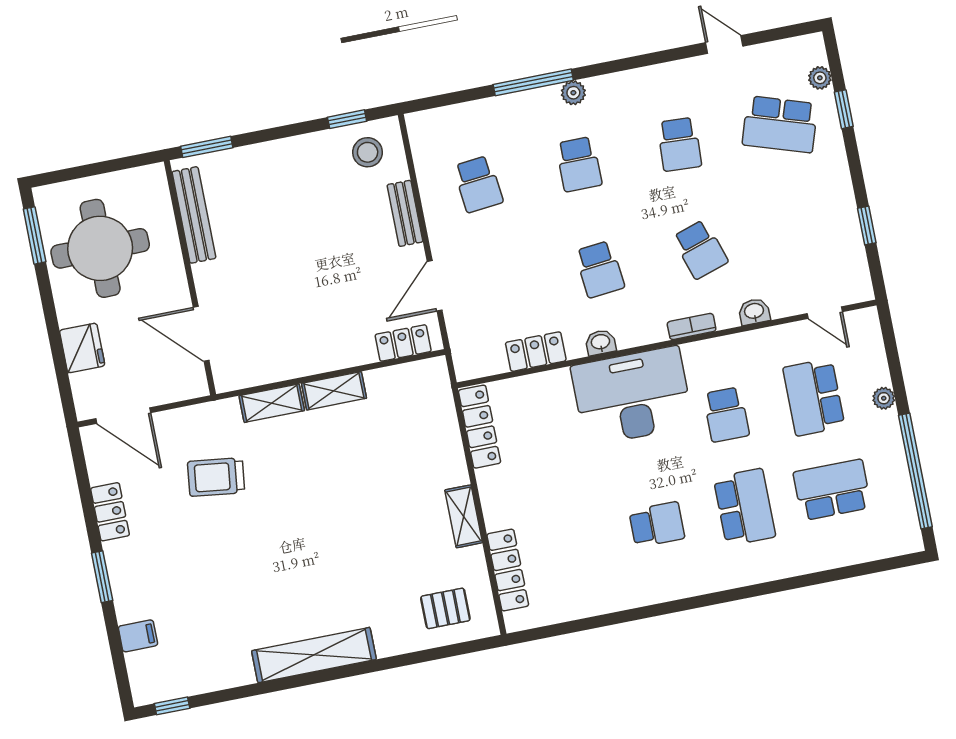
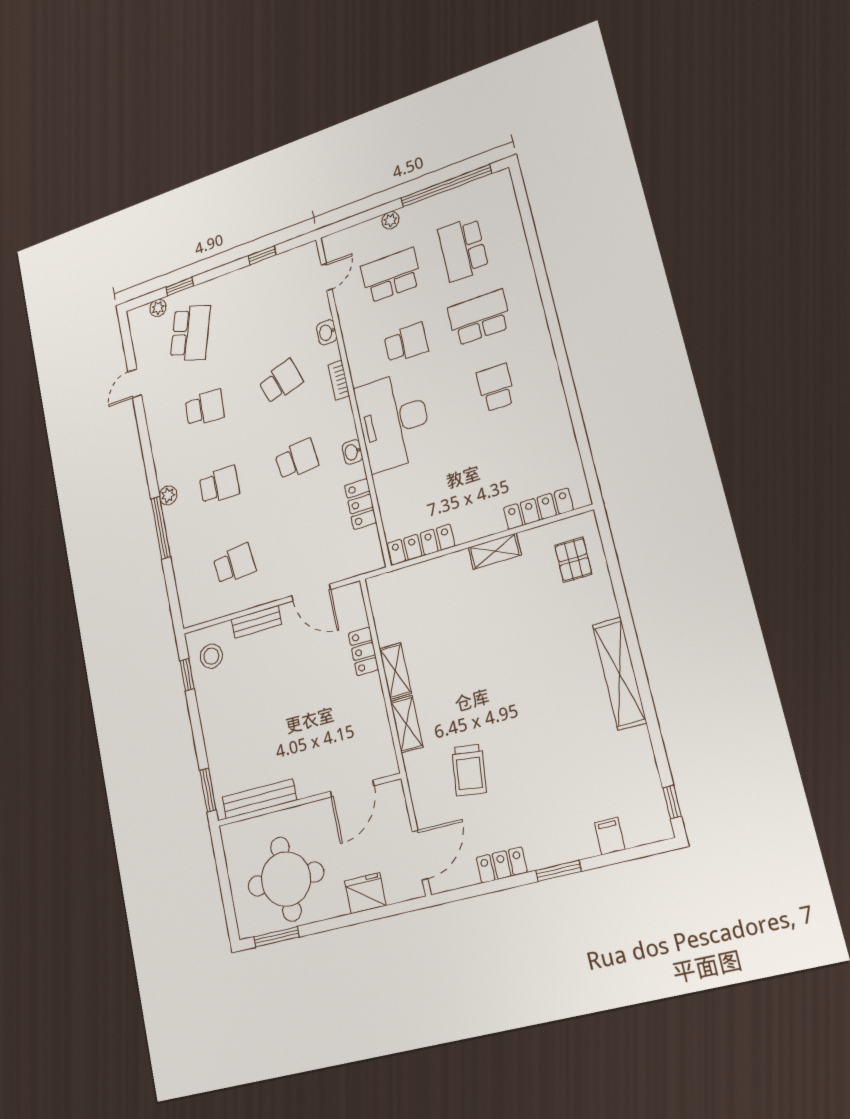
locker: (403, 343) -> (364, 651), moved
school desk: (814, 397) -> (391, 275), turned 180

